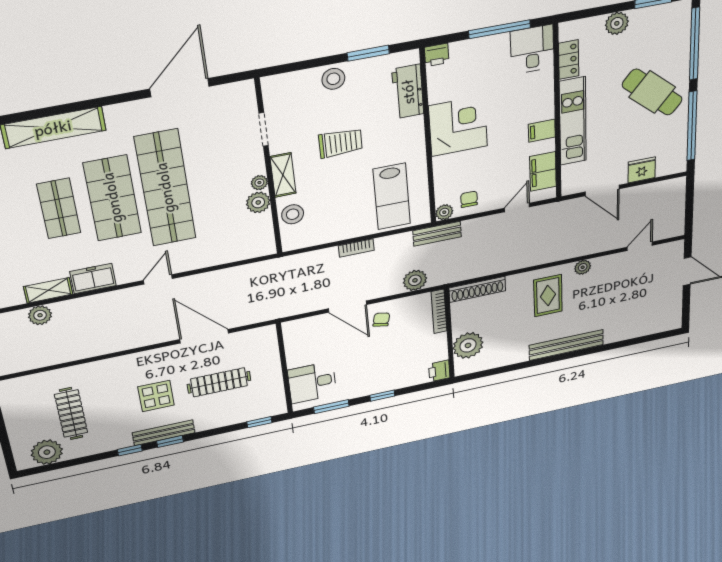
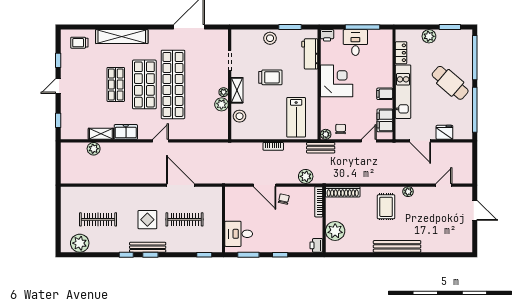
desk: (532, 49) -> (355, 42), moved
clothes rail: (71, 414) -> (98, 219), turned 90

